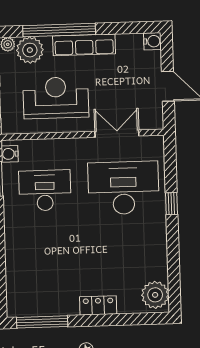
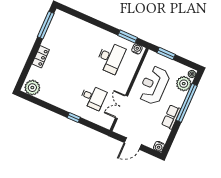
row of seats: (84, 45) -> (171, 117), width x0.68
reception desk: (56, 98) -> (154, 85), turned 180
double door: (117, 134) -> (121, 107), swing flipped
desk: (123, 188) -> (93, 97), width x0.53, depth x0.77

